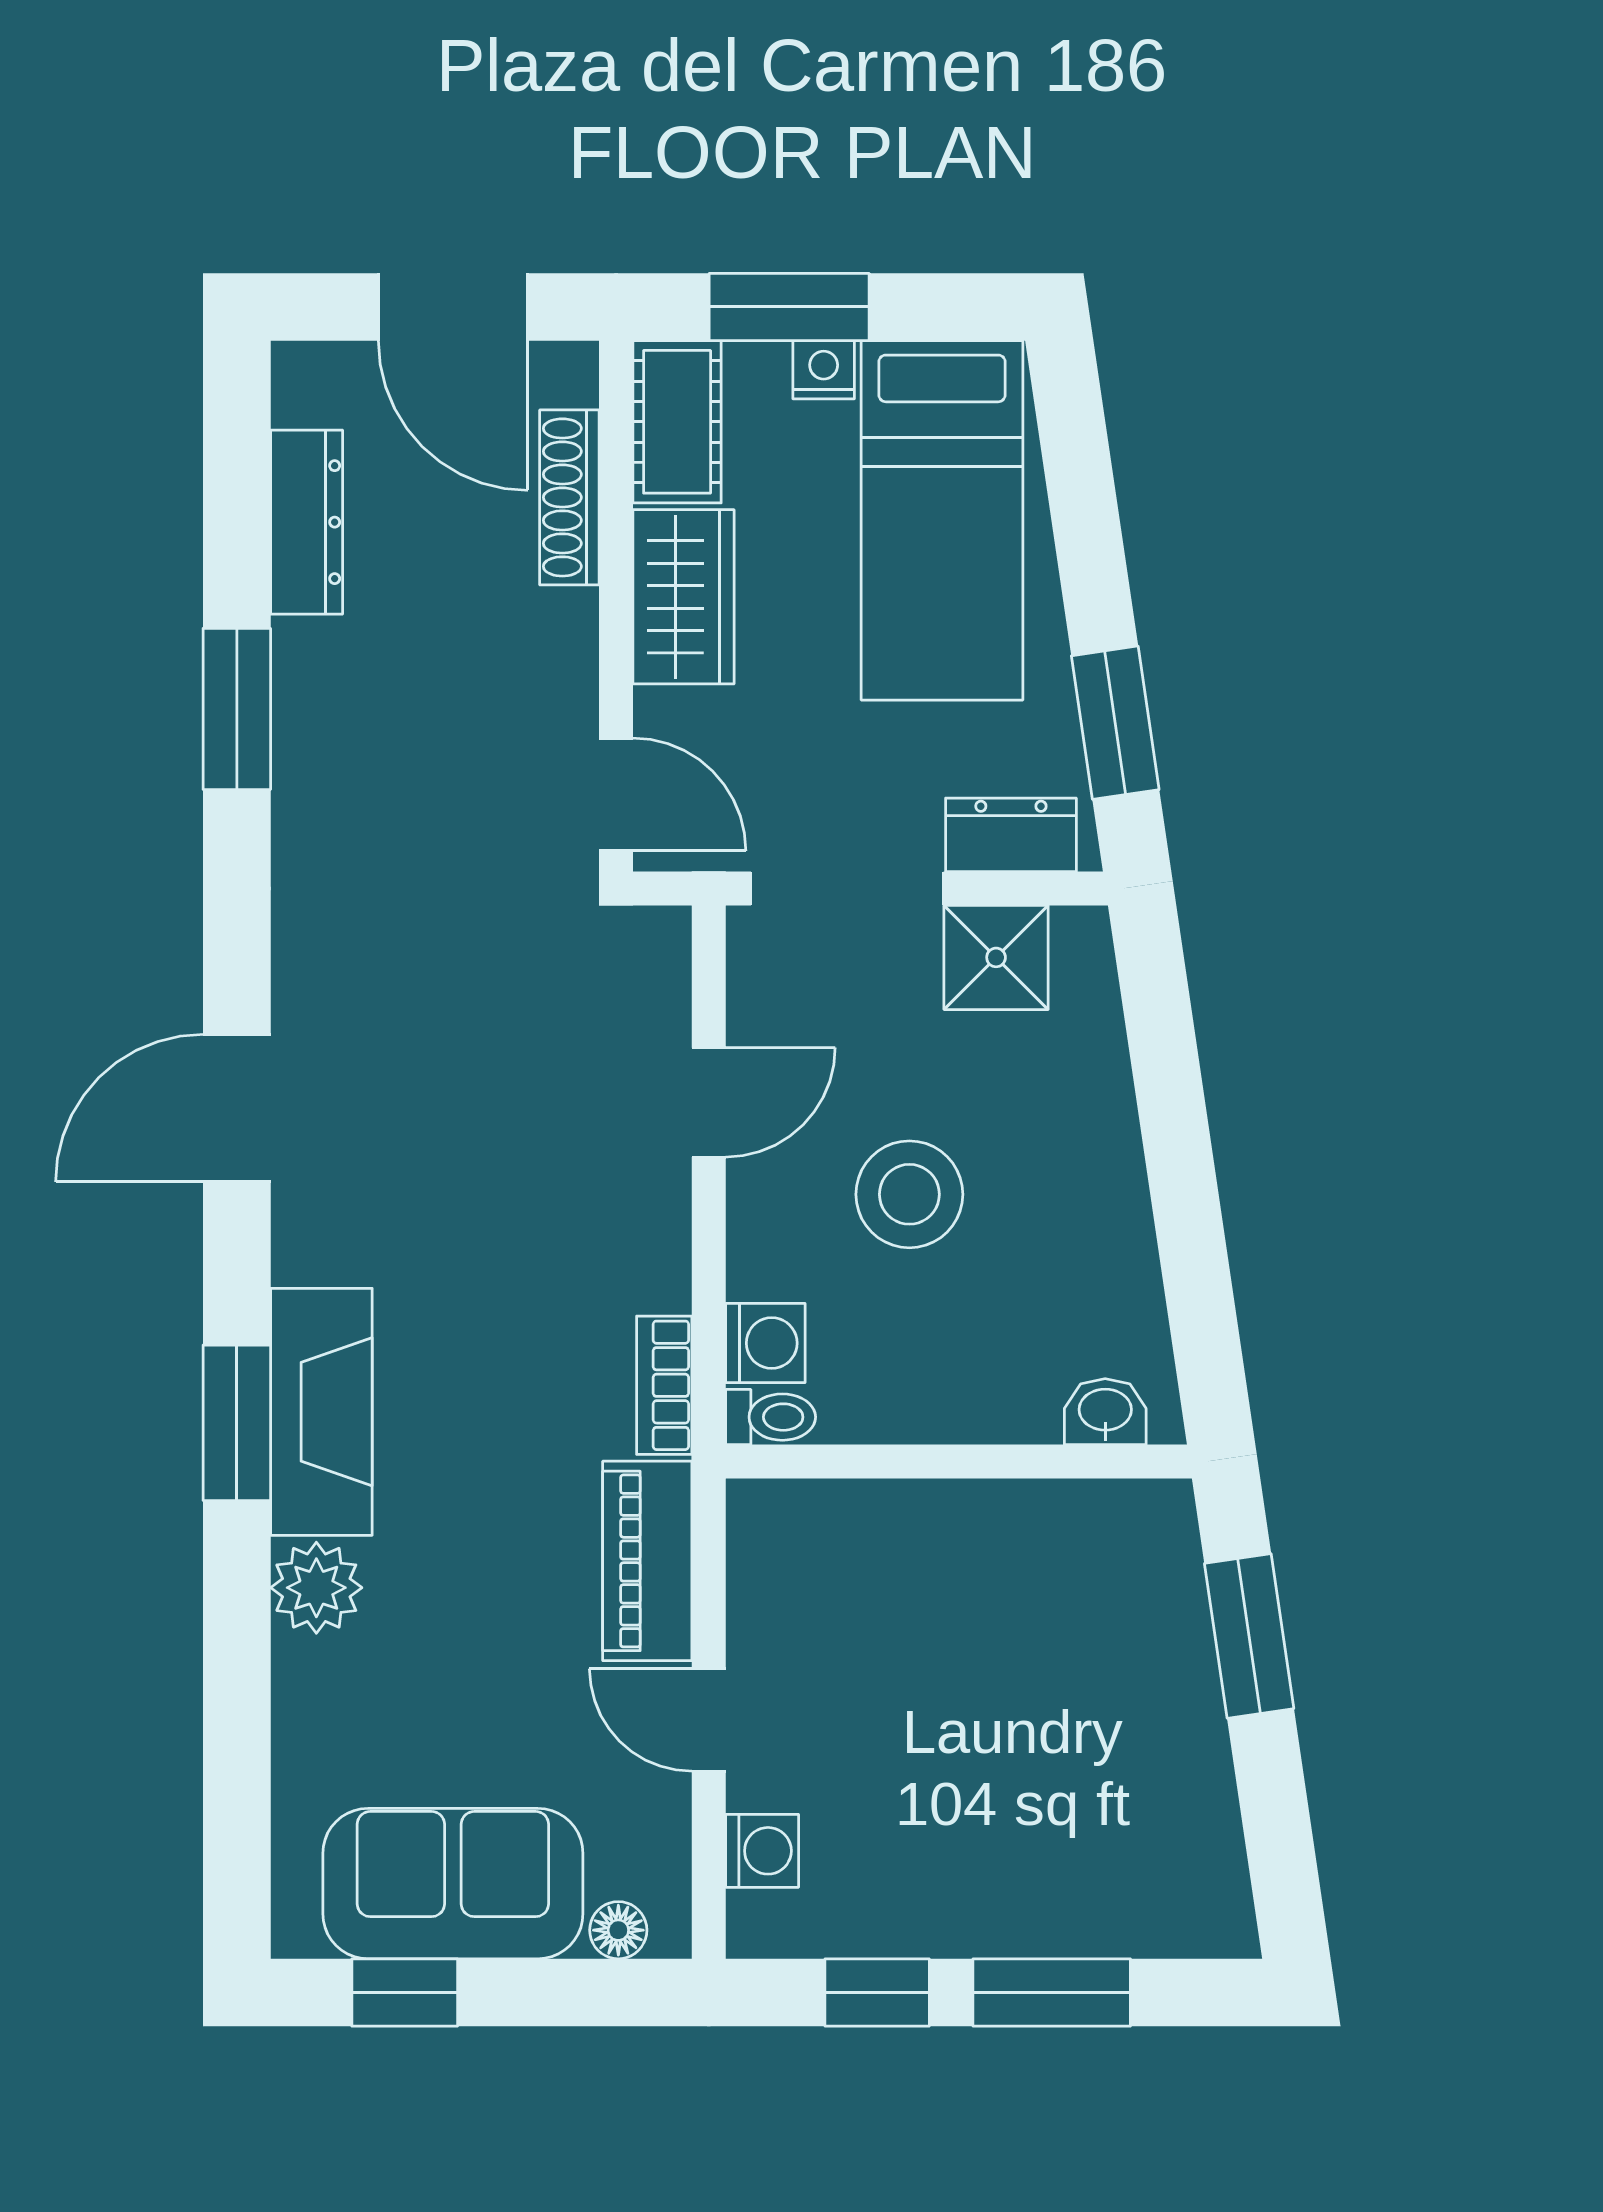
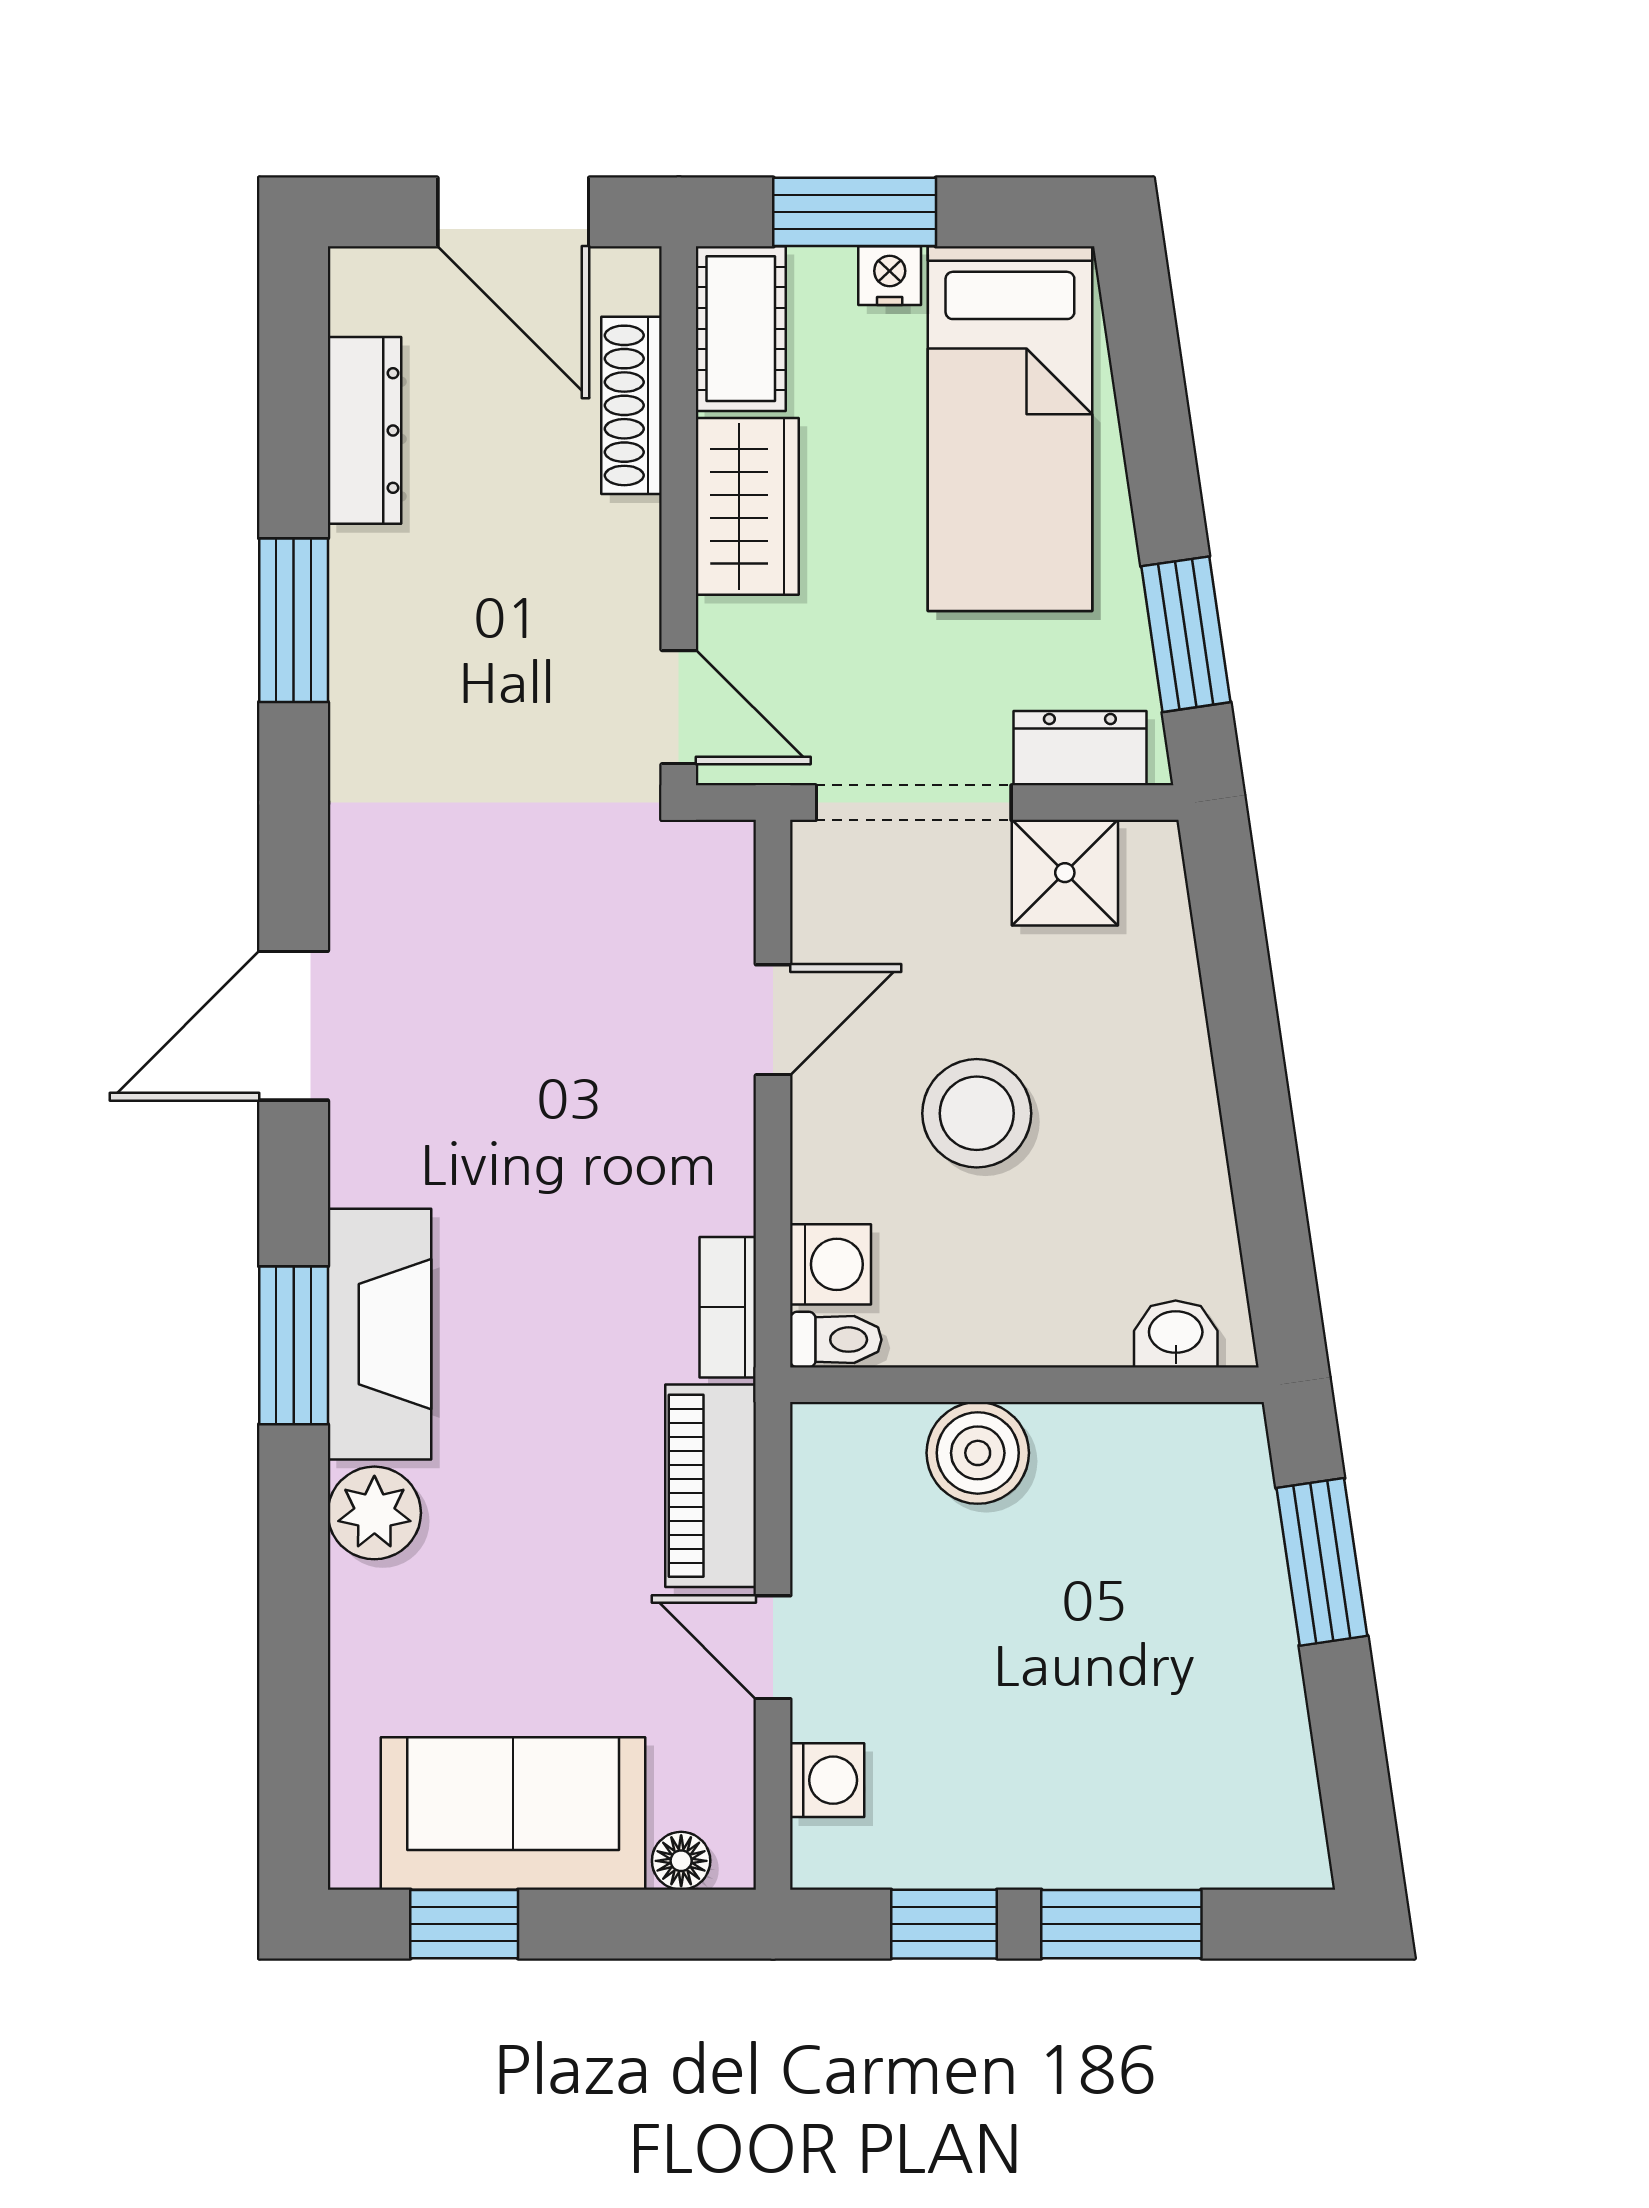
boiler: (910, 1529) -> (978, 1453), added

